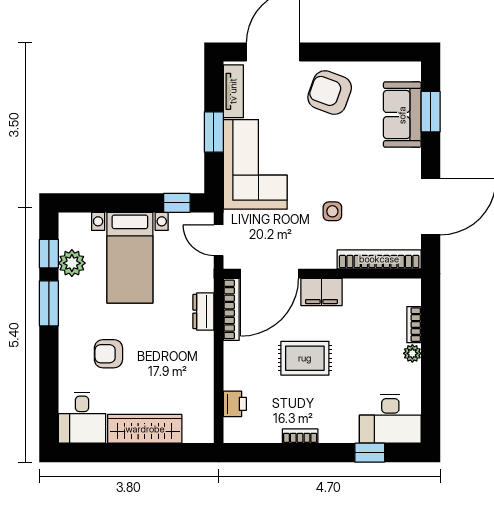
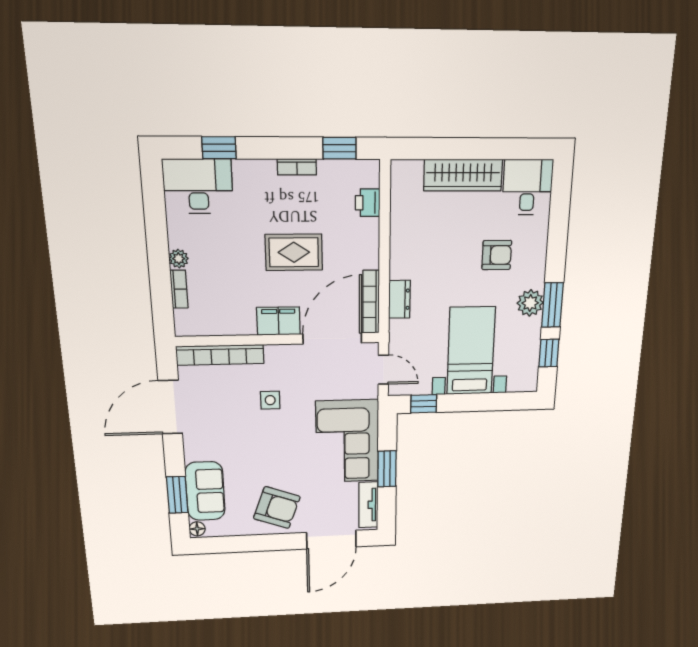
floor lamp: (413, 72) -> (197, 529), added
plant: (72, 263) -> (530, 303), moved
window: (261, 453) -> (340, 148), added

